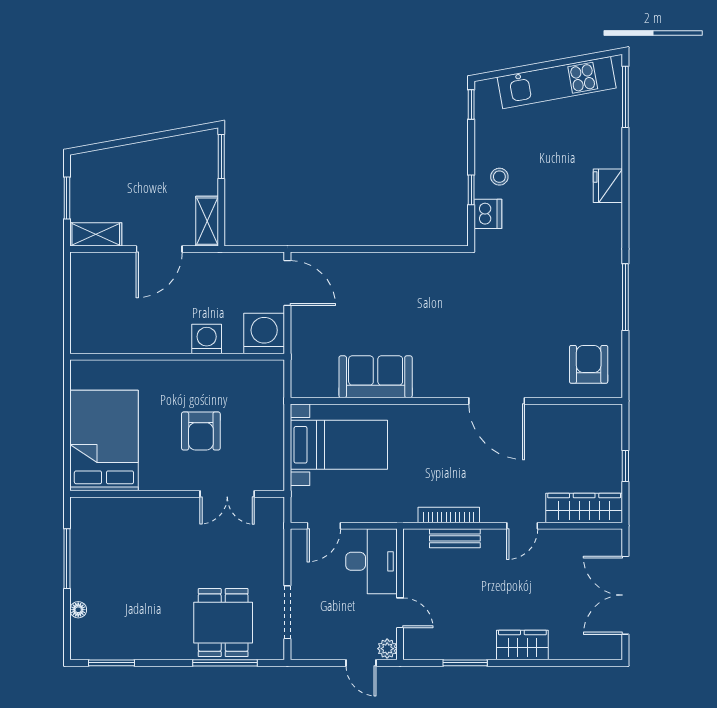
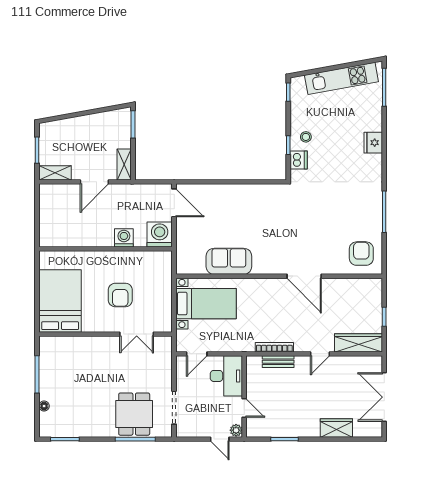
wardrobe: (522, 645) -> (336, 428), moved

